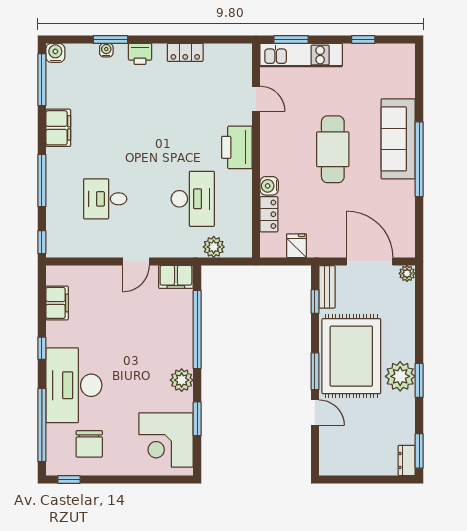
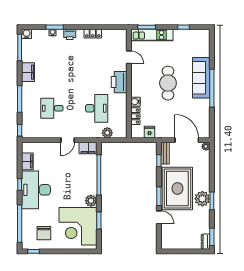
desk: (74, 385) -> (36, 190), moved
corner desk: (166, 440) -> (78, 226), width x1.36, depth x1.36

